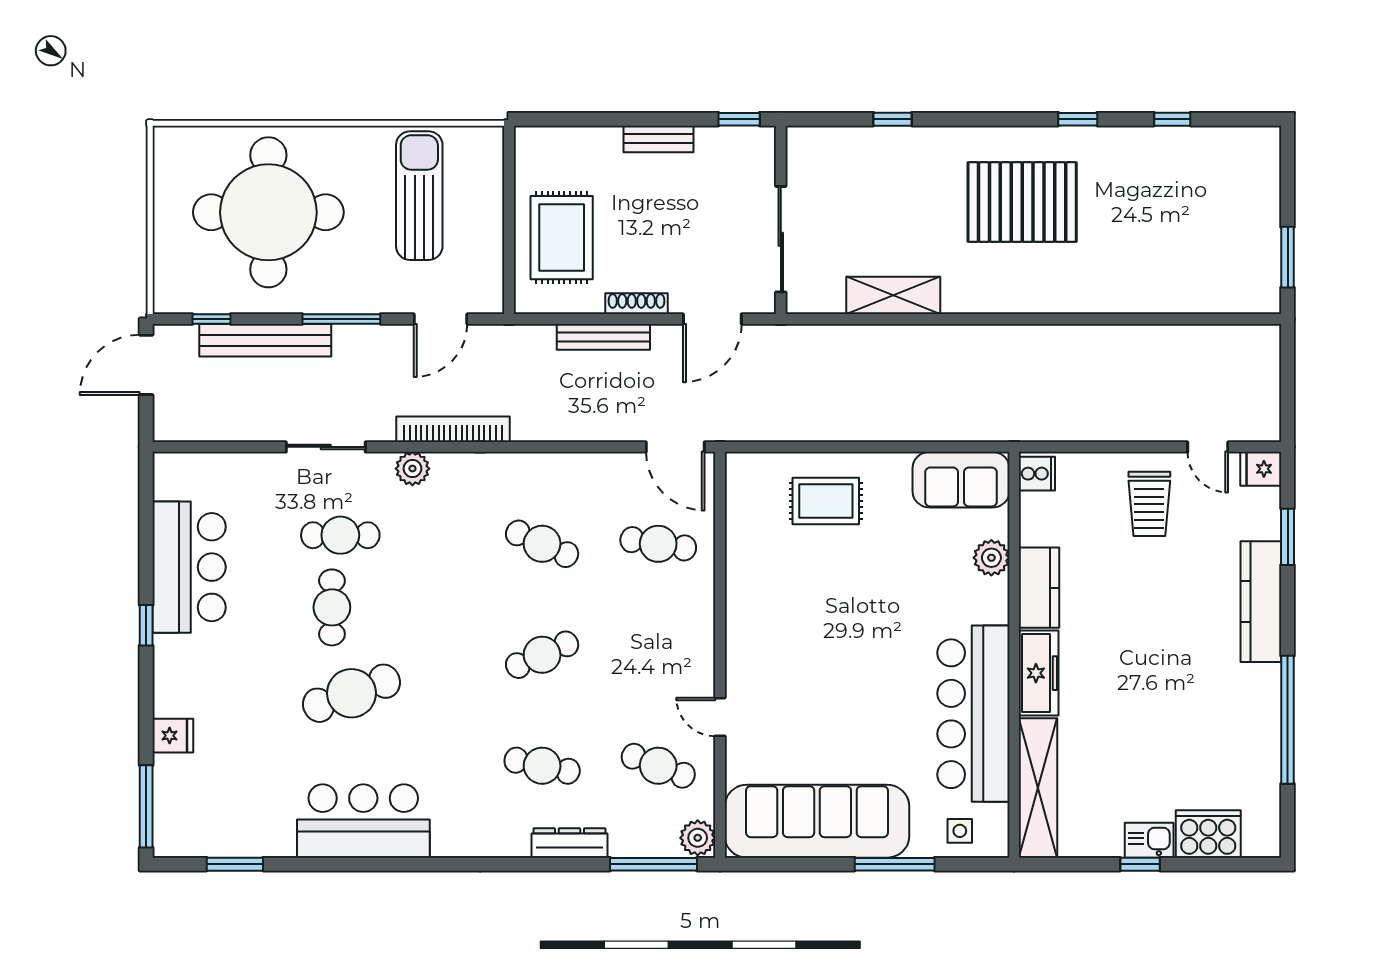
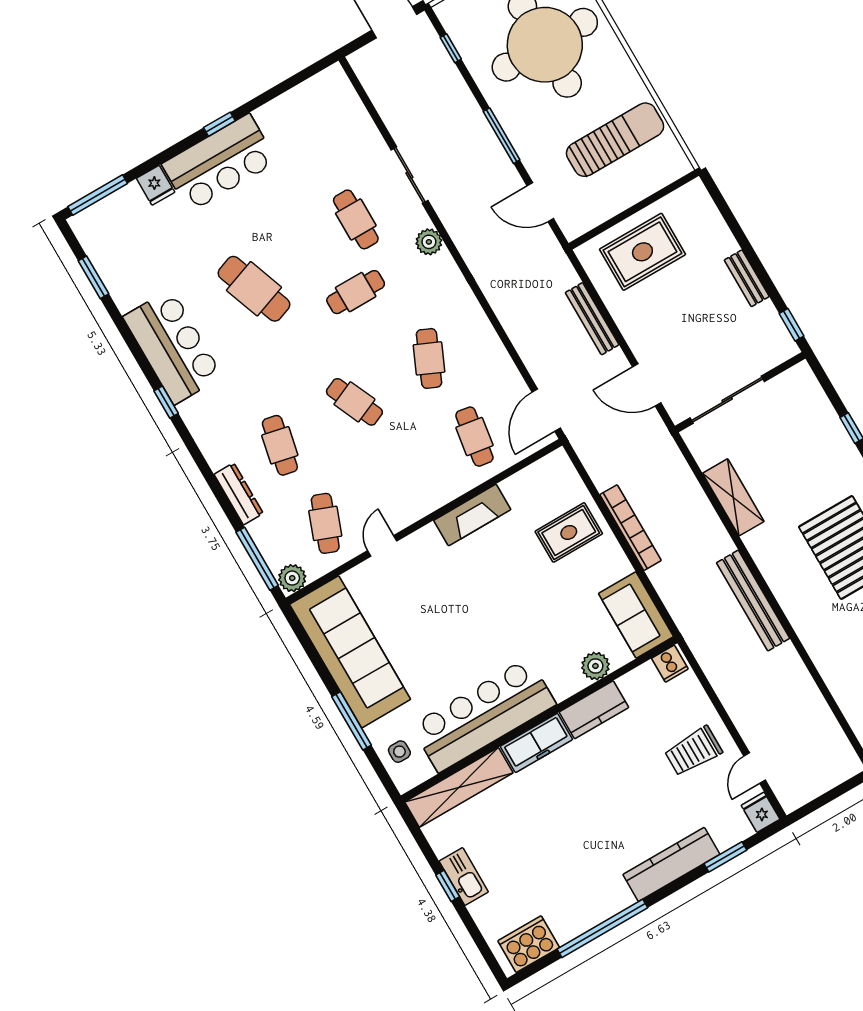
shoe rack: (637, 304) -> (627, 328), removed
bench: (265, 340) -> (753, 601), moved
bookcase: (453, 429) -> (631, 528), moved
rug: (826, 501) -> (569, 532), turned 90
bar counter: (189, 567) -> (219, 163), moved
fireplace: (744, 597) -> (472, 515), added
cafe table: (332, 607) -> (356, 292), moved
cooker: (1208, 834) -> (529, 944), moved, turned -90
kitchen sink: (1149, 840) -> (464, 876), width x1.38
window: (421, 864) -> (166, 402), added

